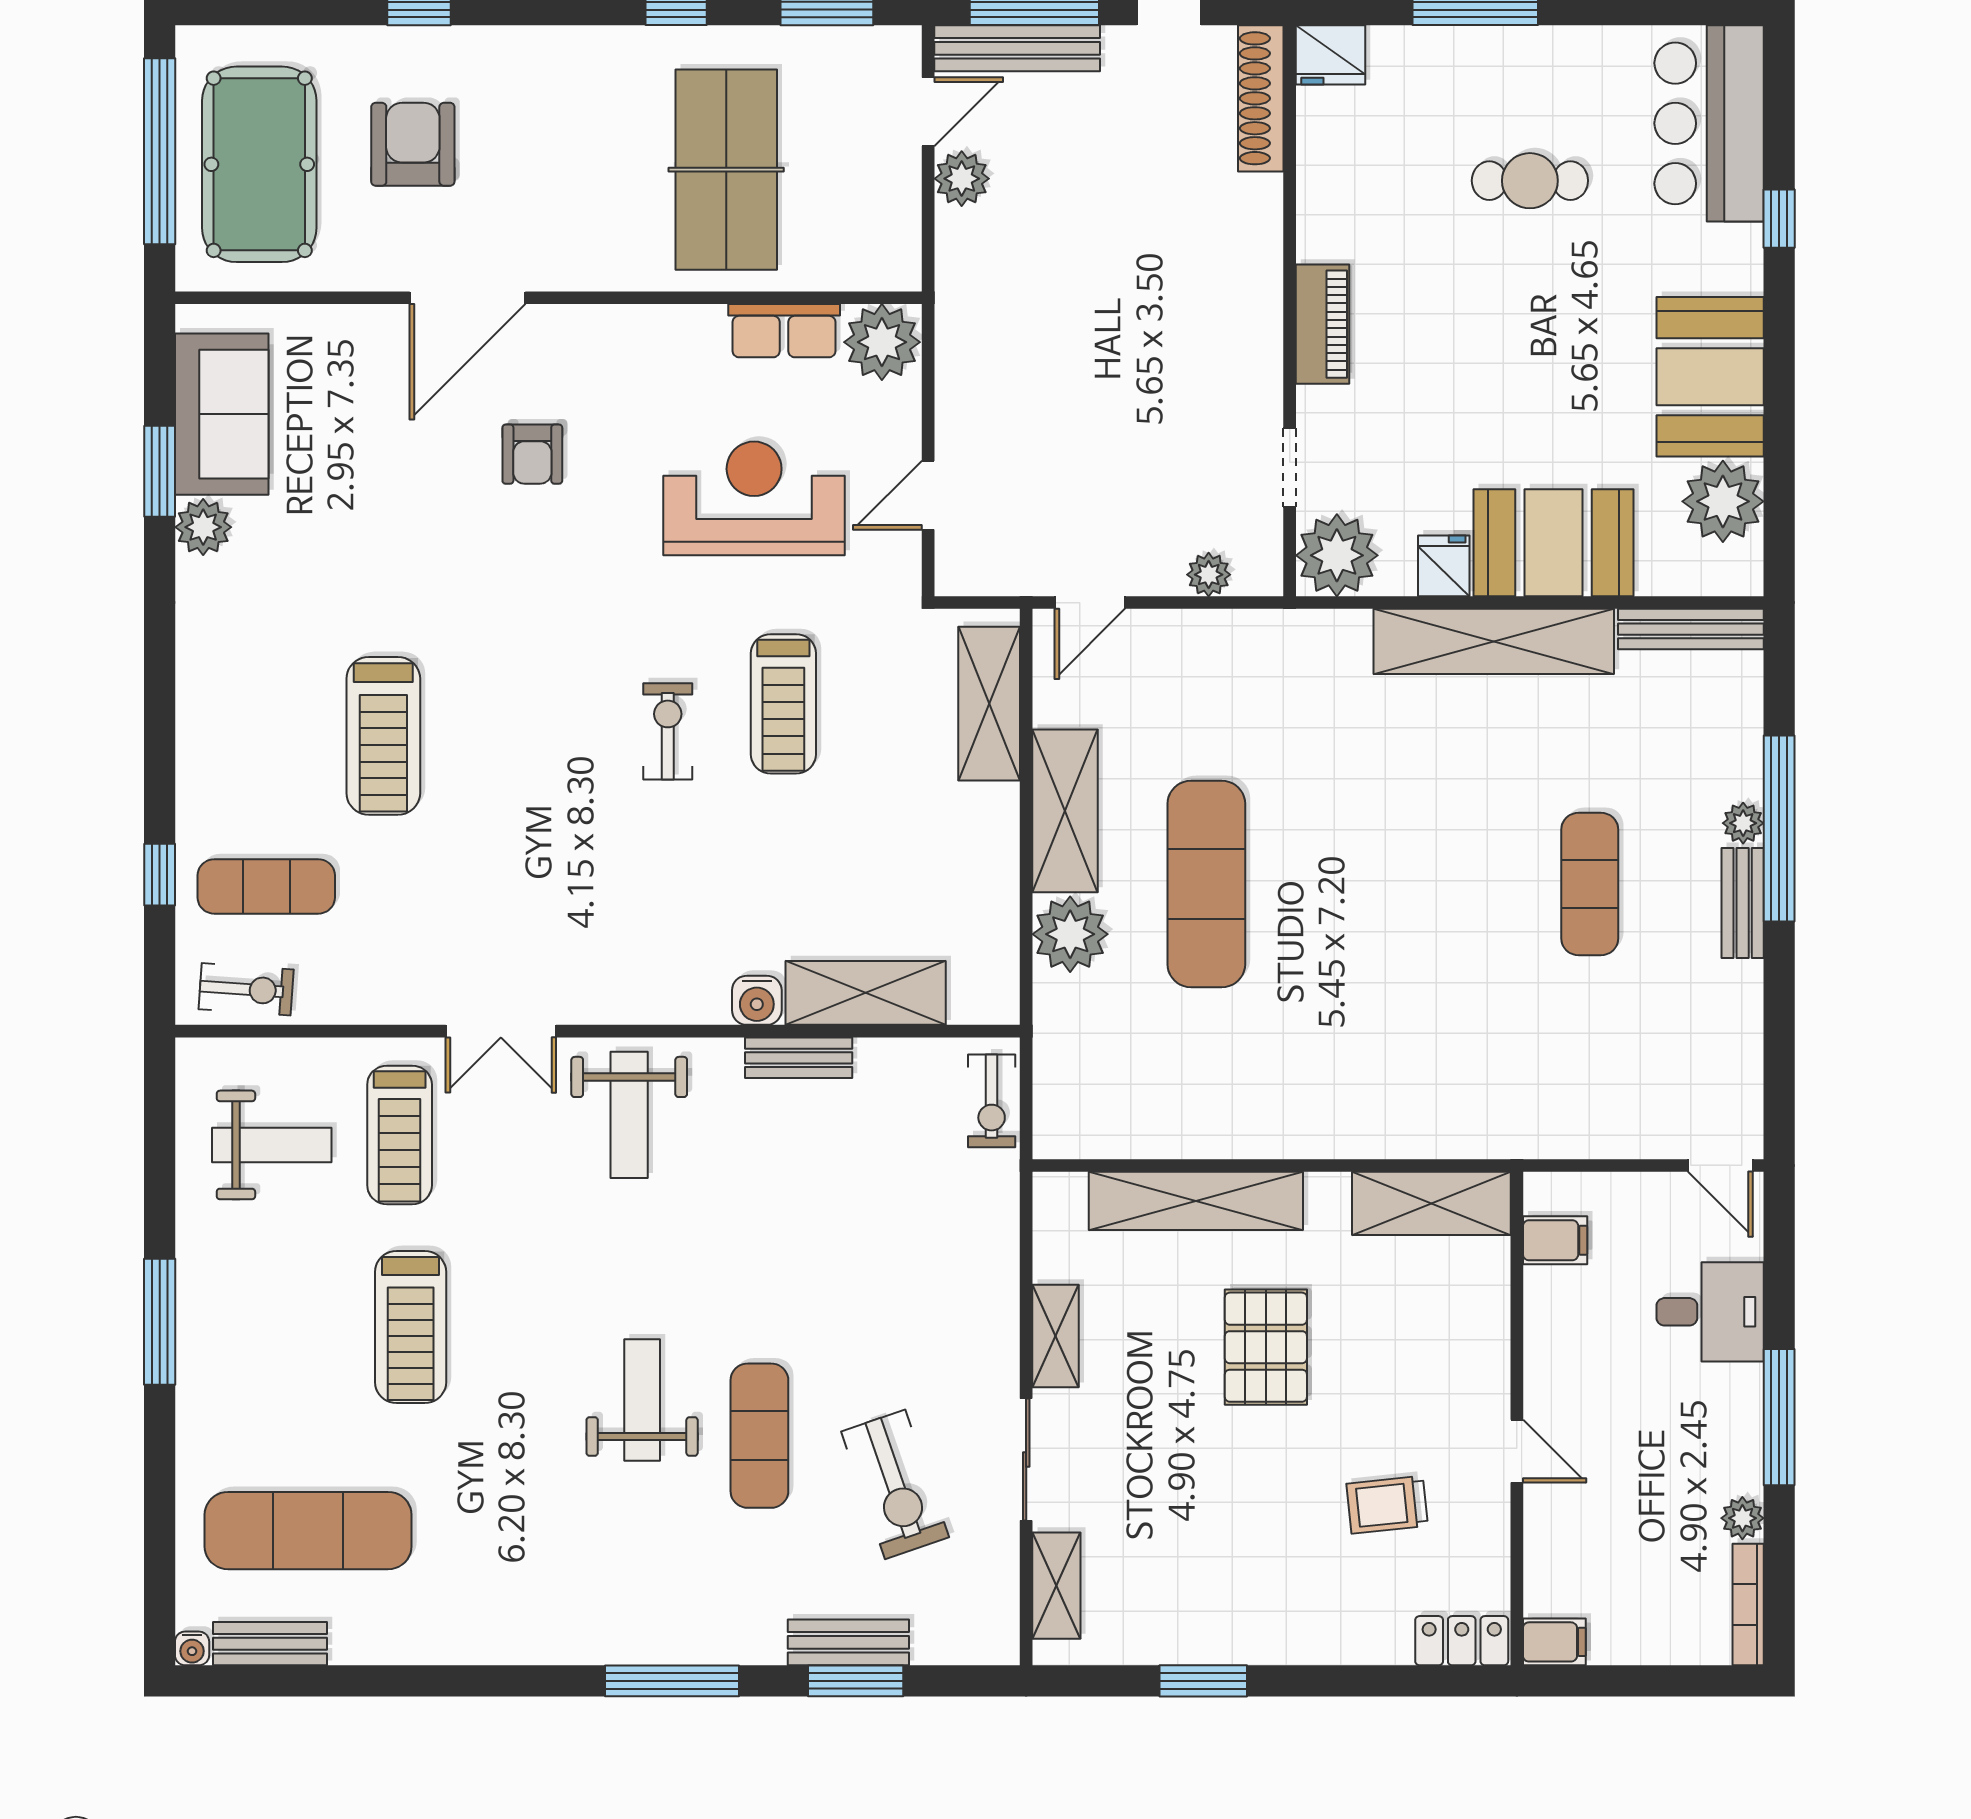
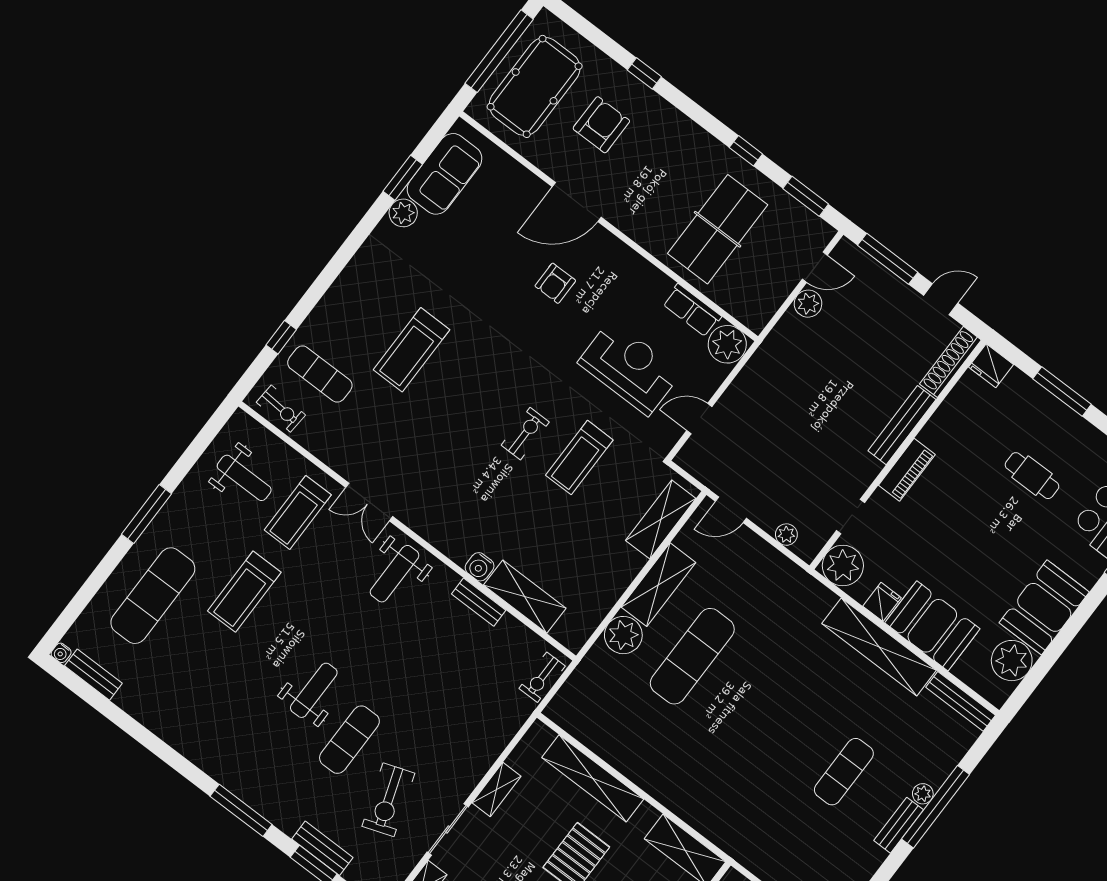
bench: (1017, 48) -> (902, 425), moved, turned 90
exercise mat: (308, 1531) -> (153, 596), moved, turned 90

